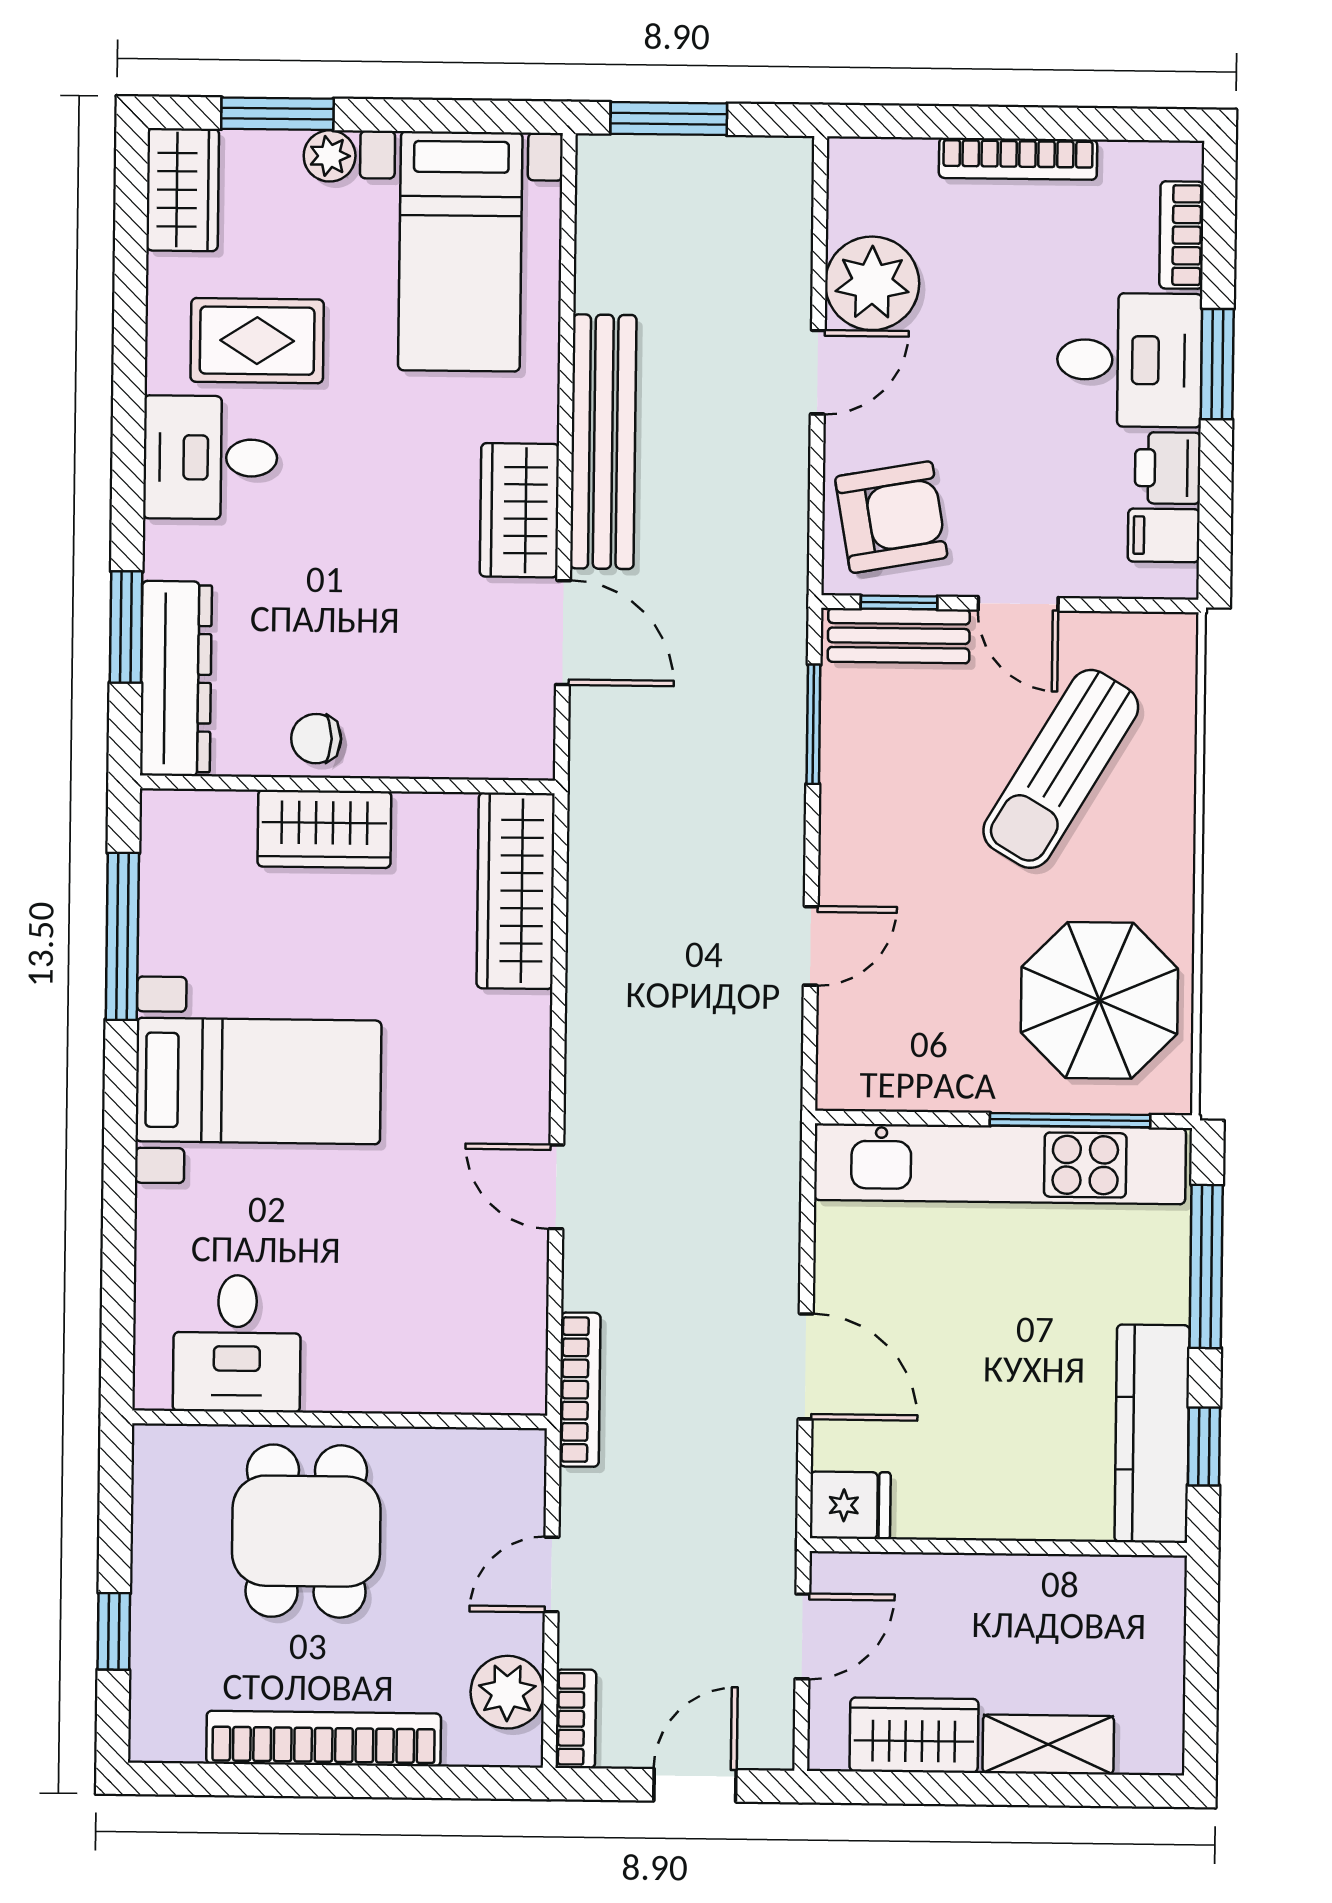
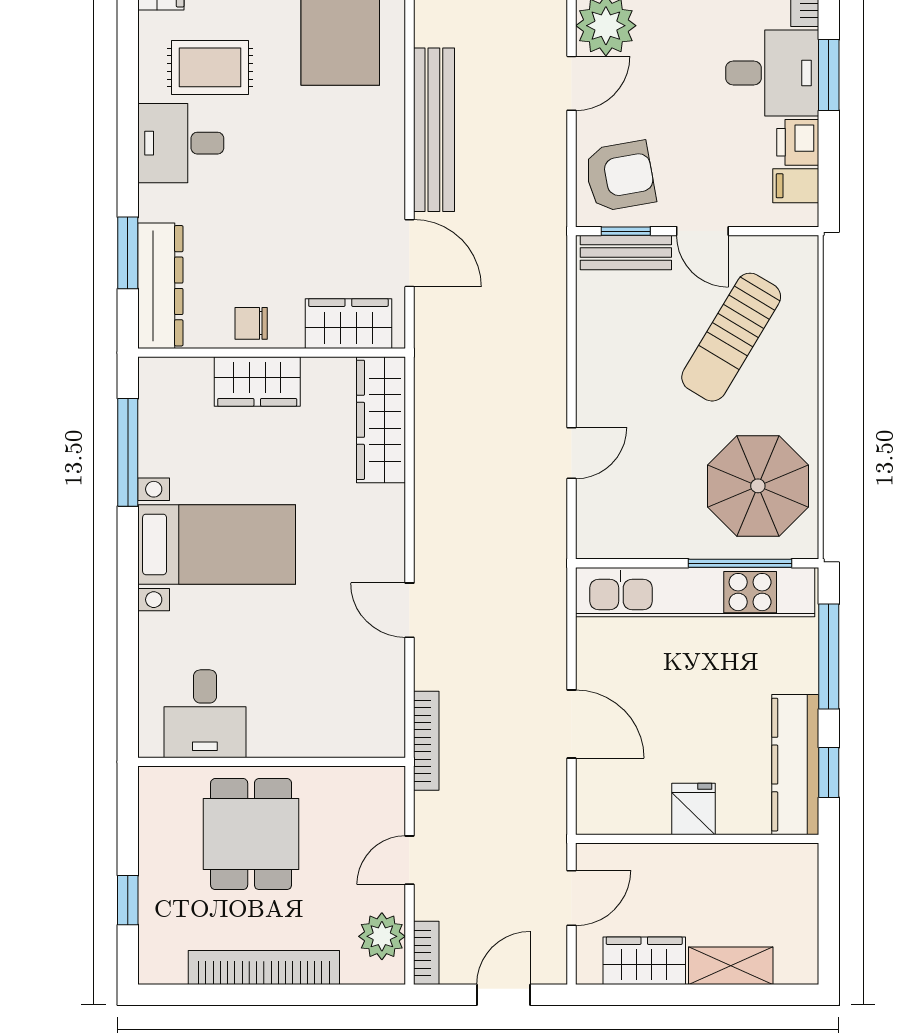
wardrobe: (519, 510) -> (348, 324), moved, turned 90
window: (813, 724) -> (572, 310), removed
fridge: (850, 1505) -> (693, 809), moved, turned -90

